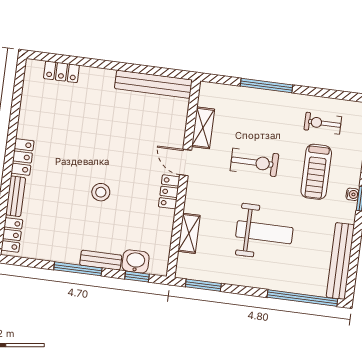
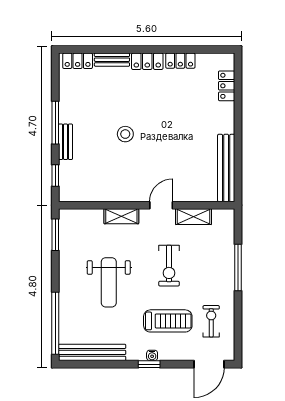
treadmill: (316, 172) -> (168, 321), turned 180
locker: (169, 192) -> (180, 61), moved, turned 180
shelving: (189, 233) -> (121, 216), moved
washbasin: (136, 261) -> (68, 172), removed

